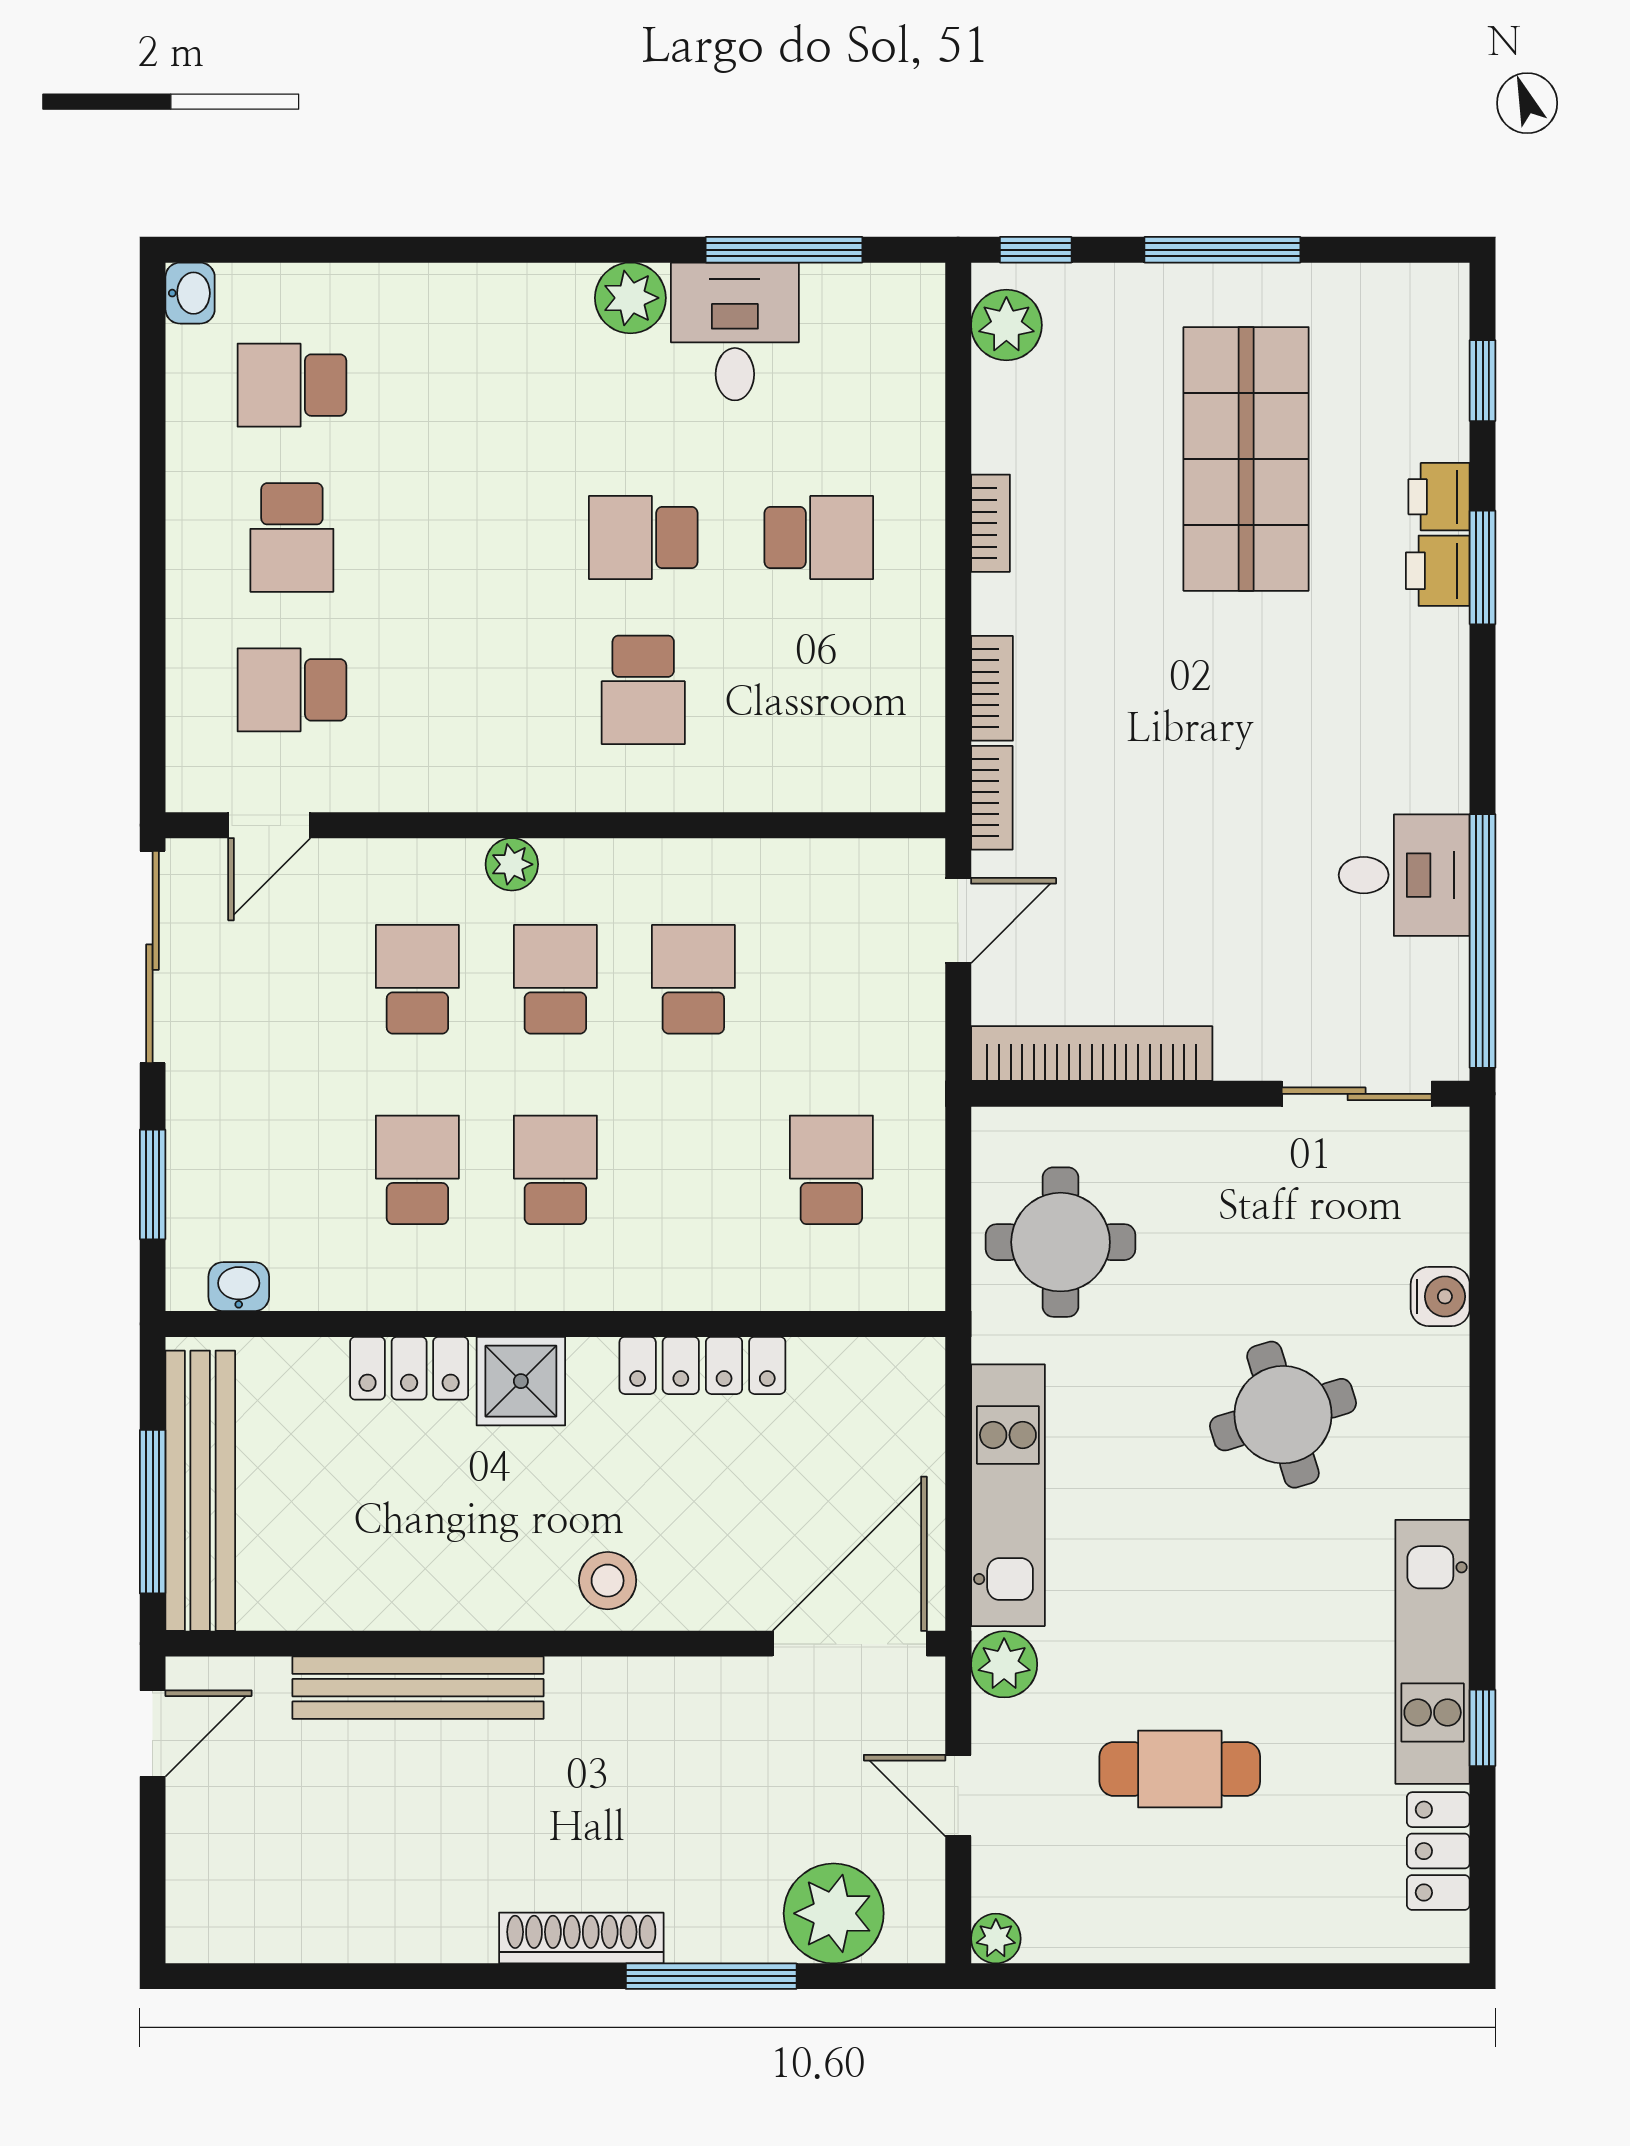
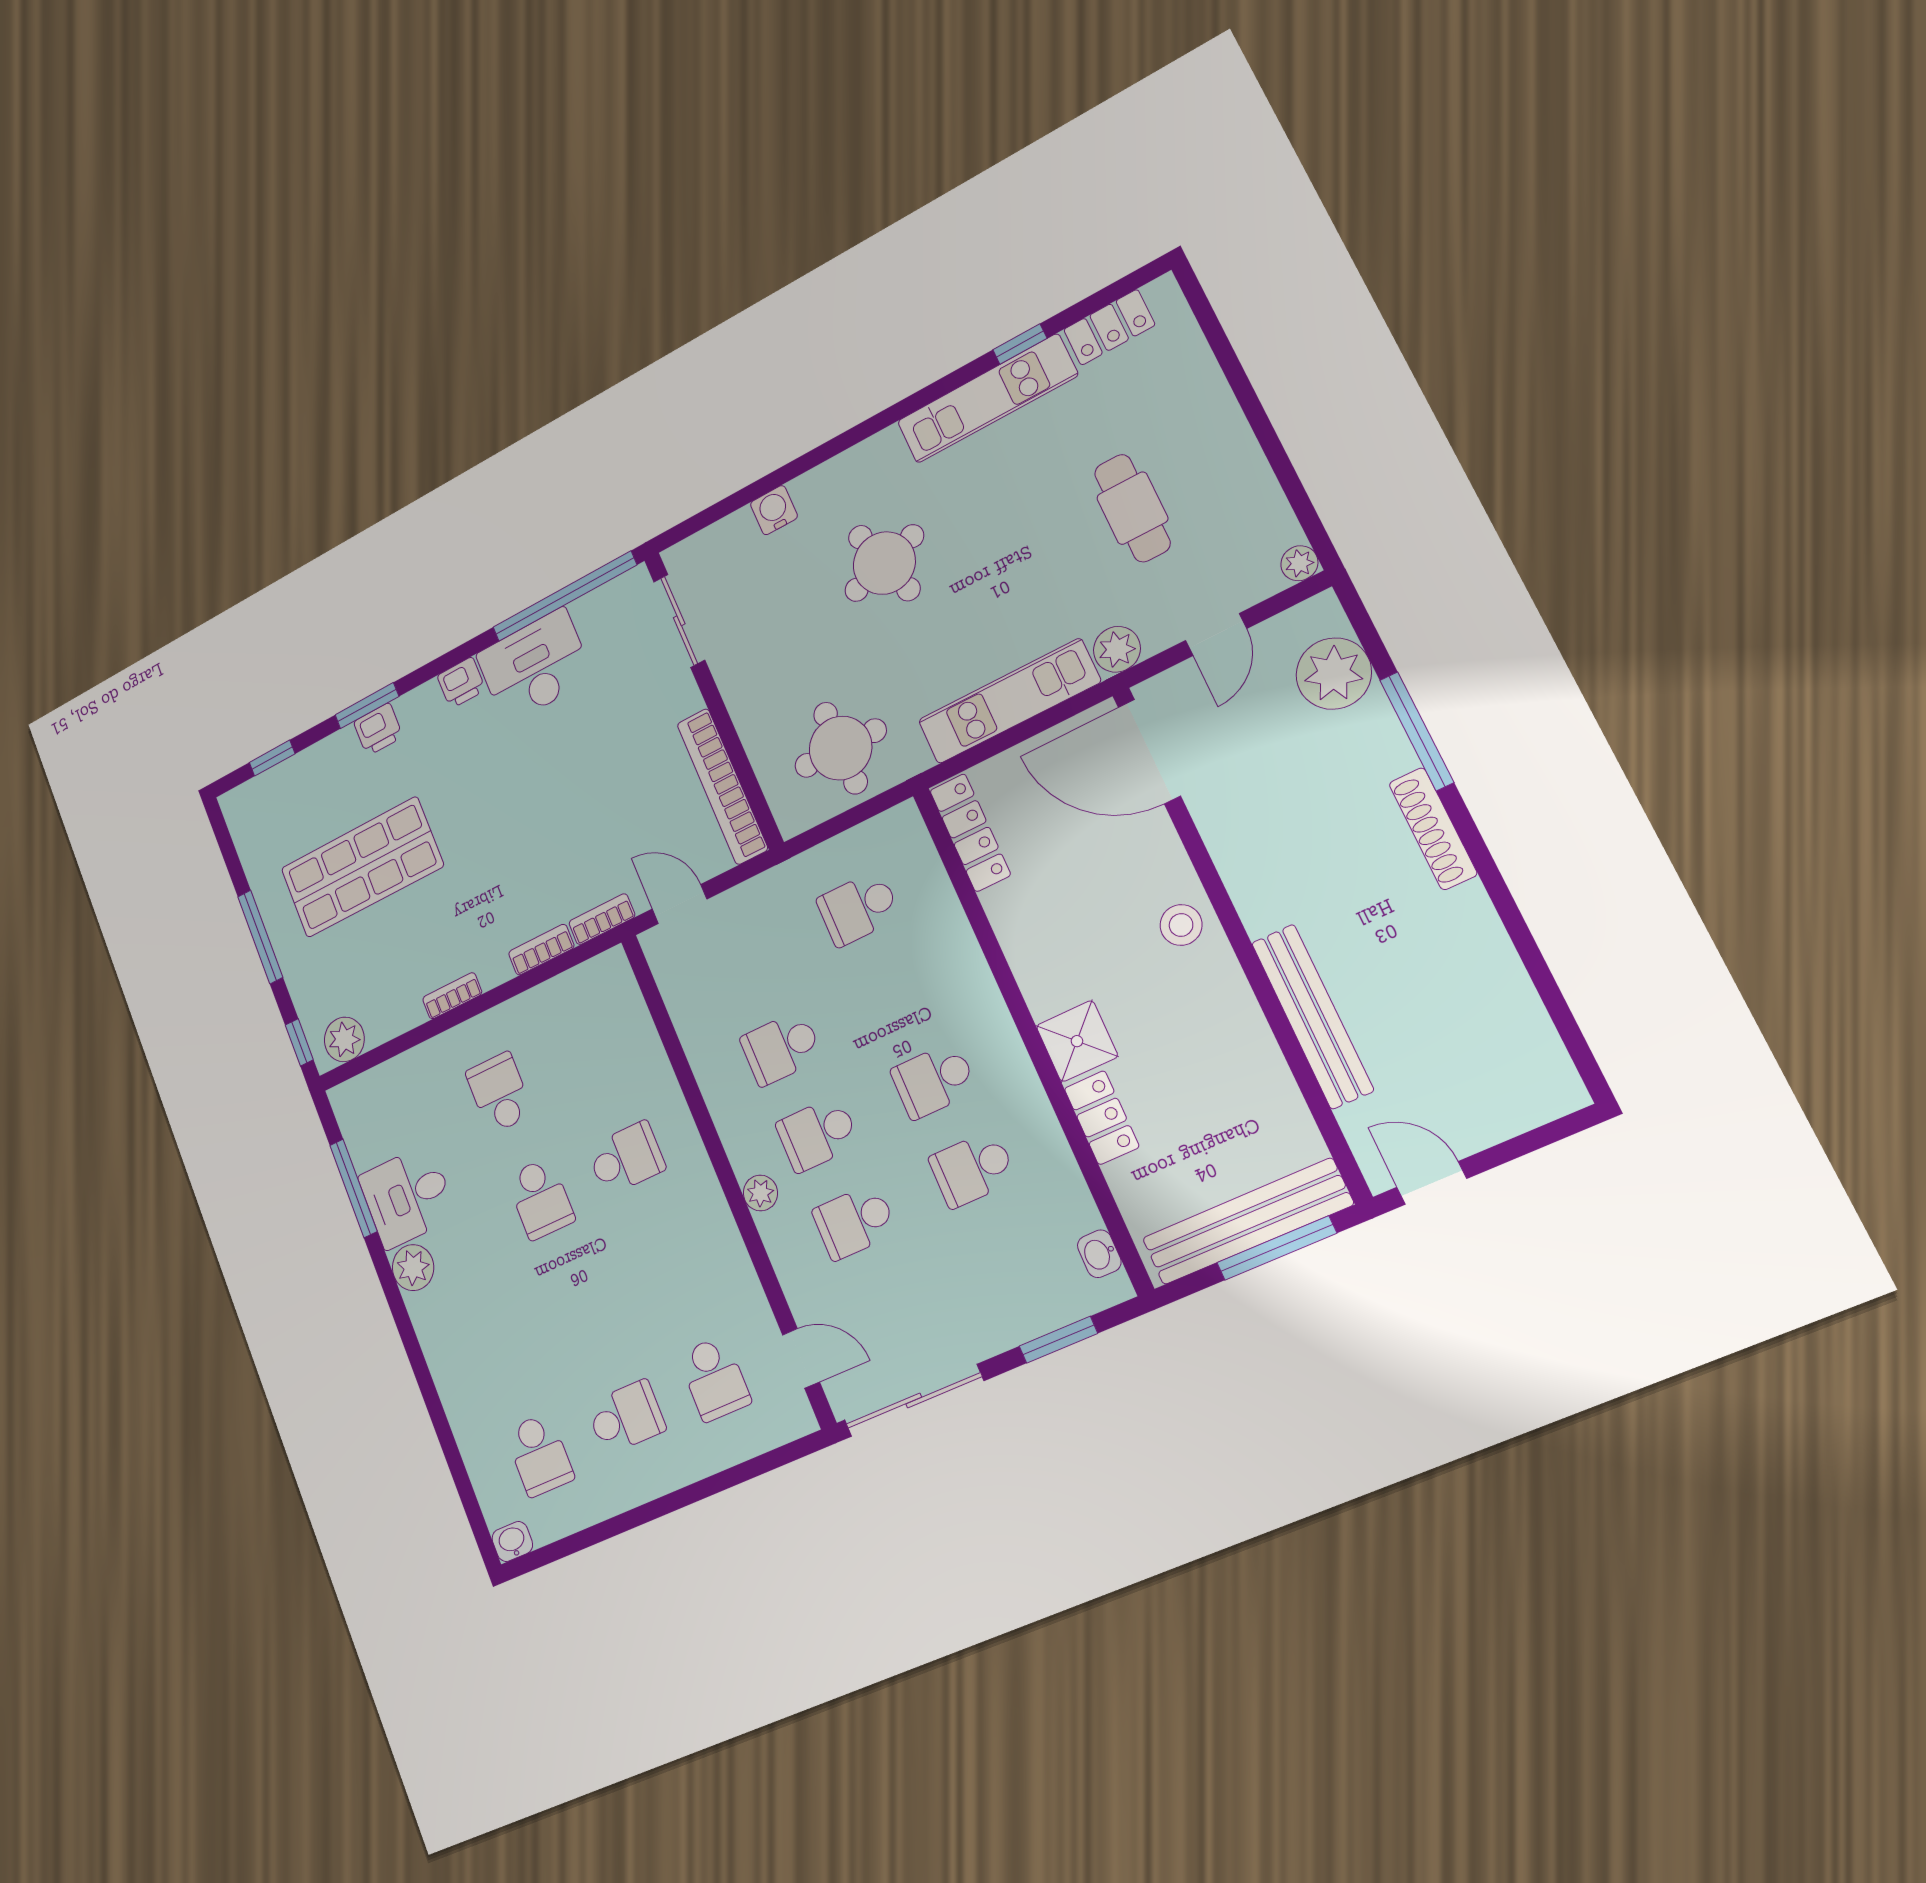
printer: (1439, 497) -> (461, 683), moved
desk: (1404, 875) -> (535, 666), width x1.37
locker: (702, 1365) -> (970, 833), moved

